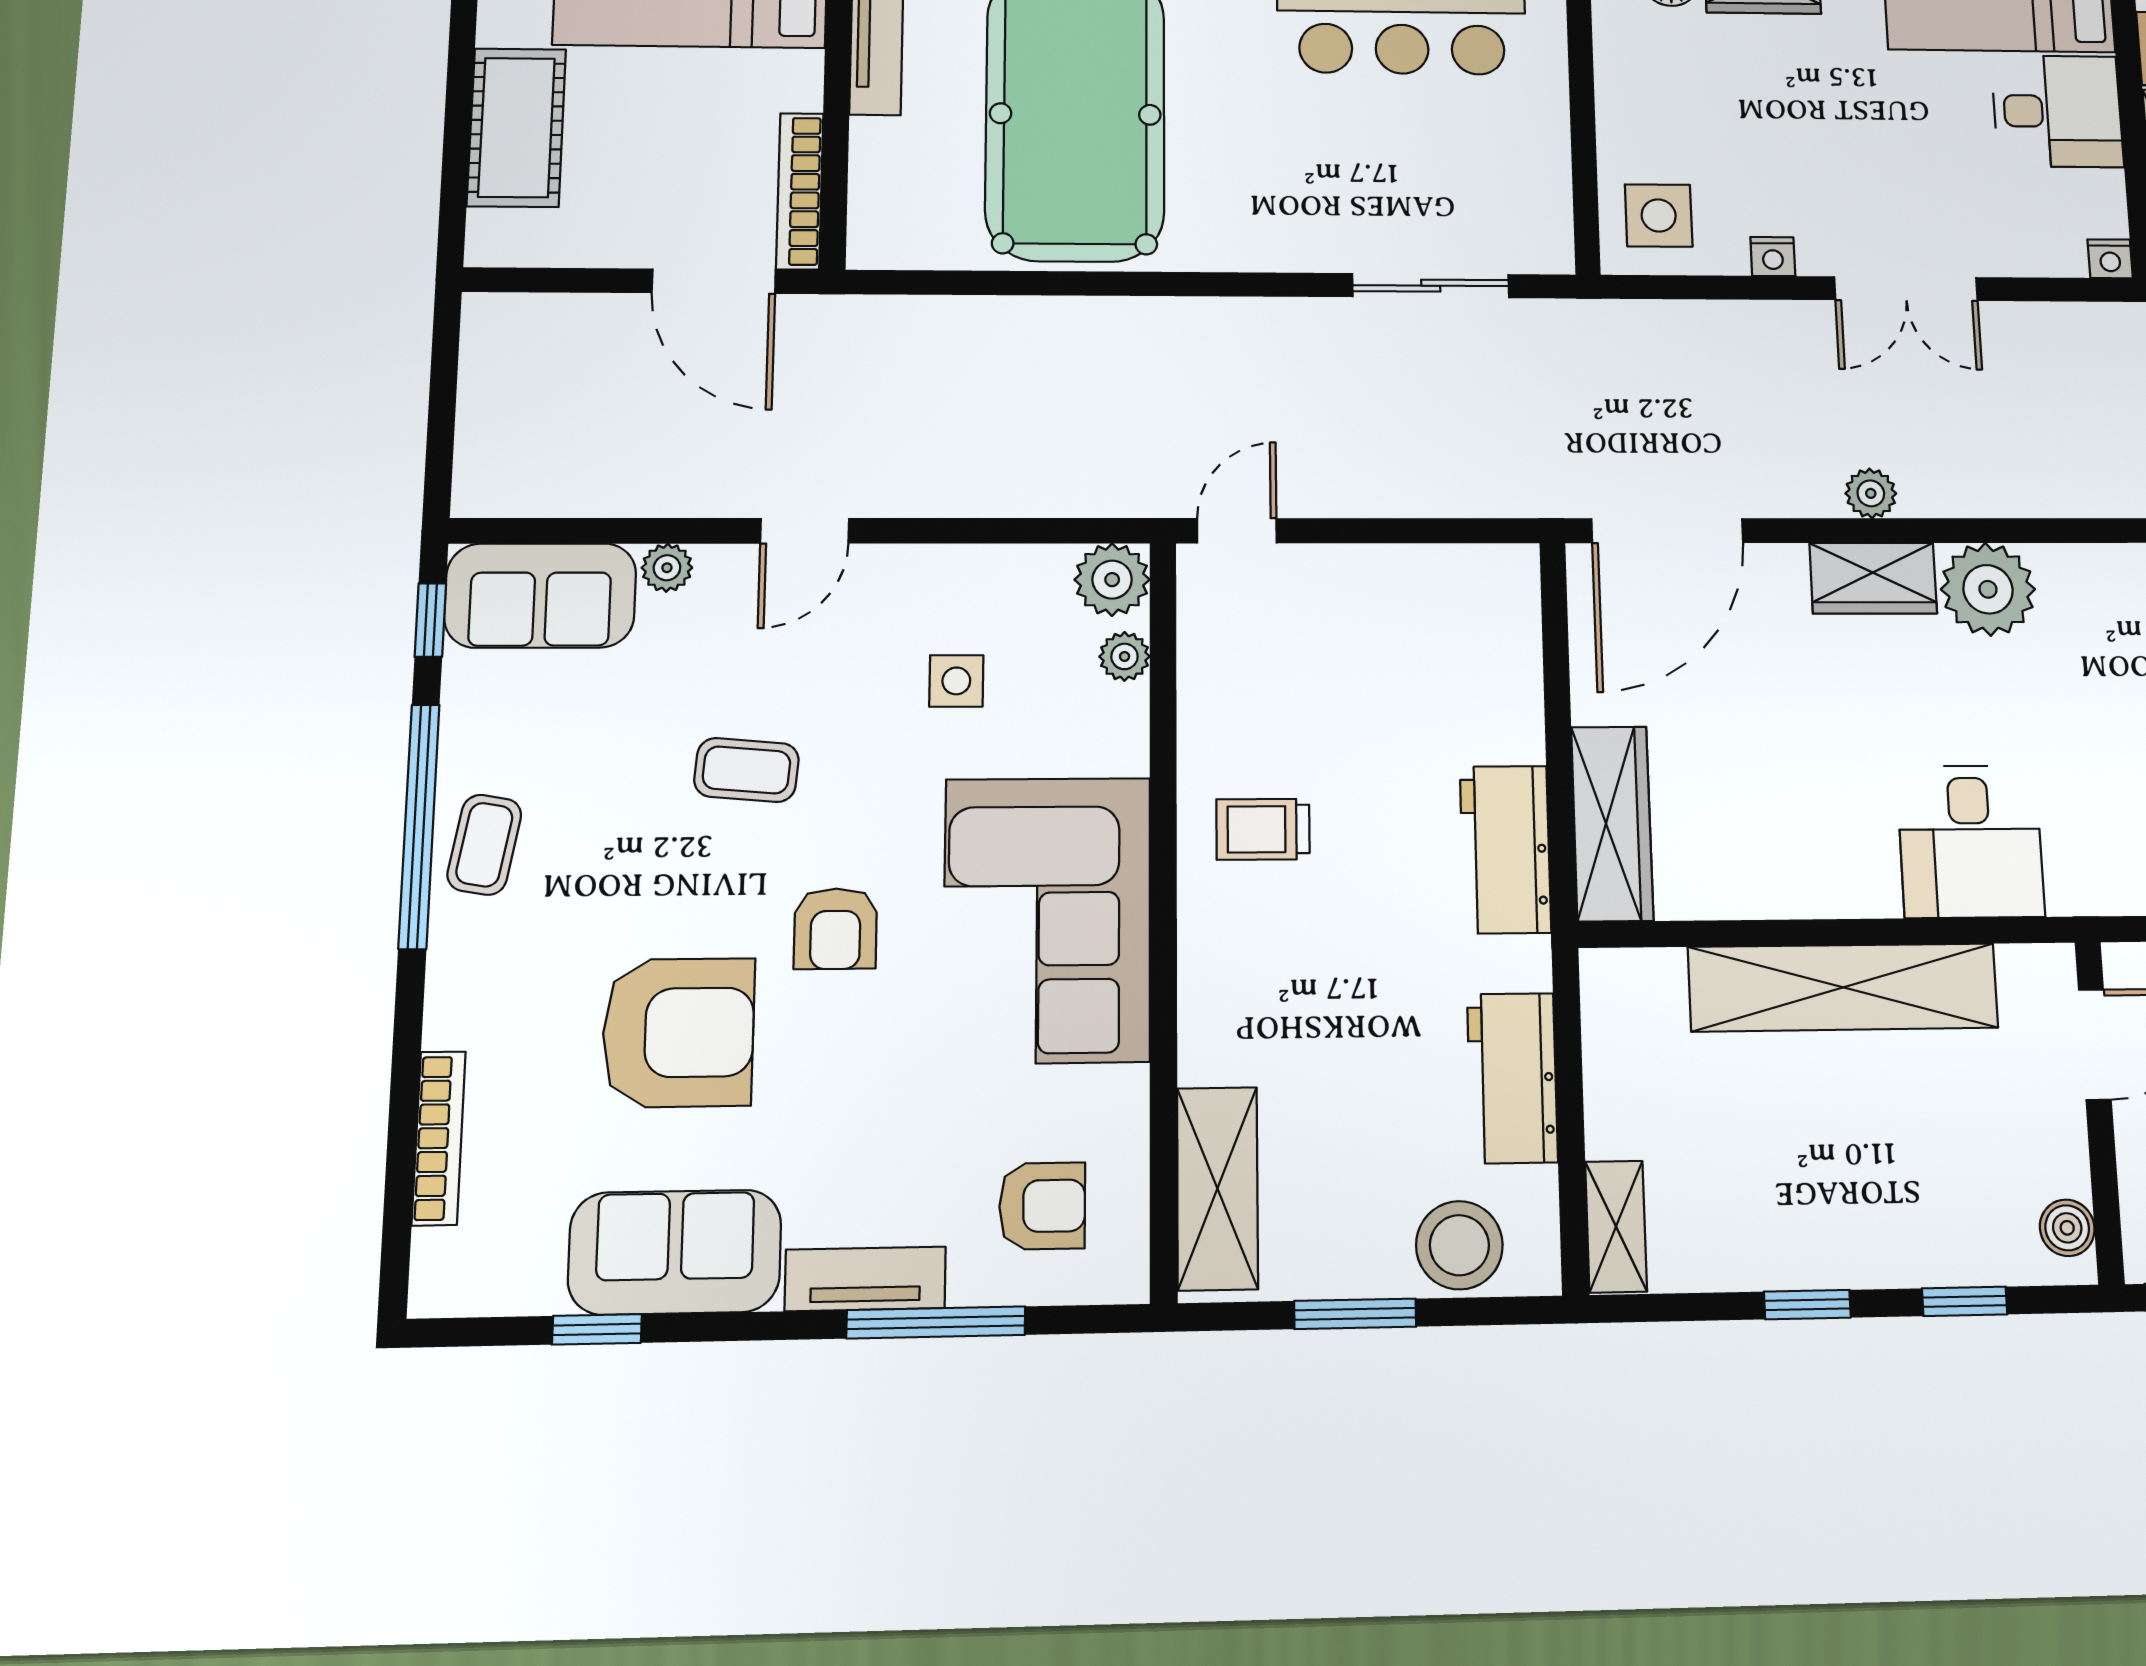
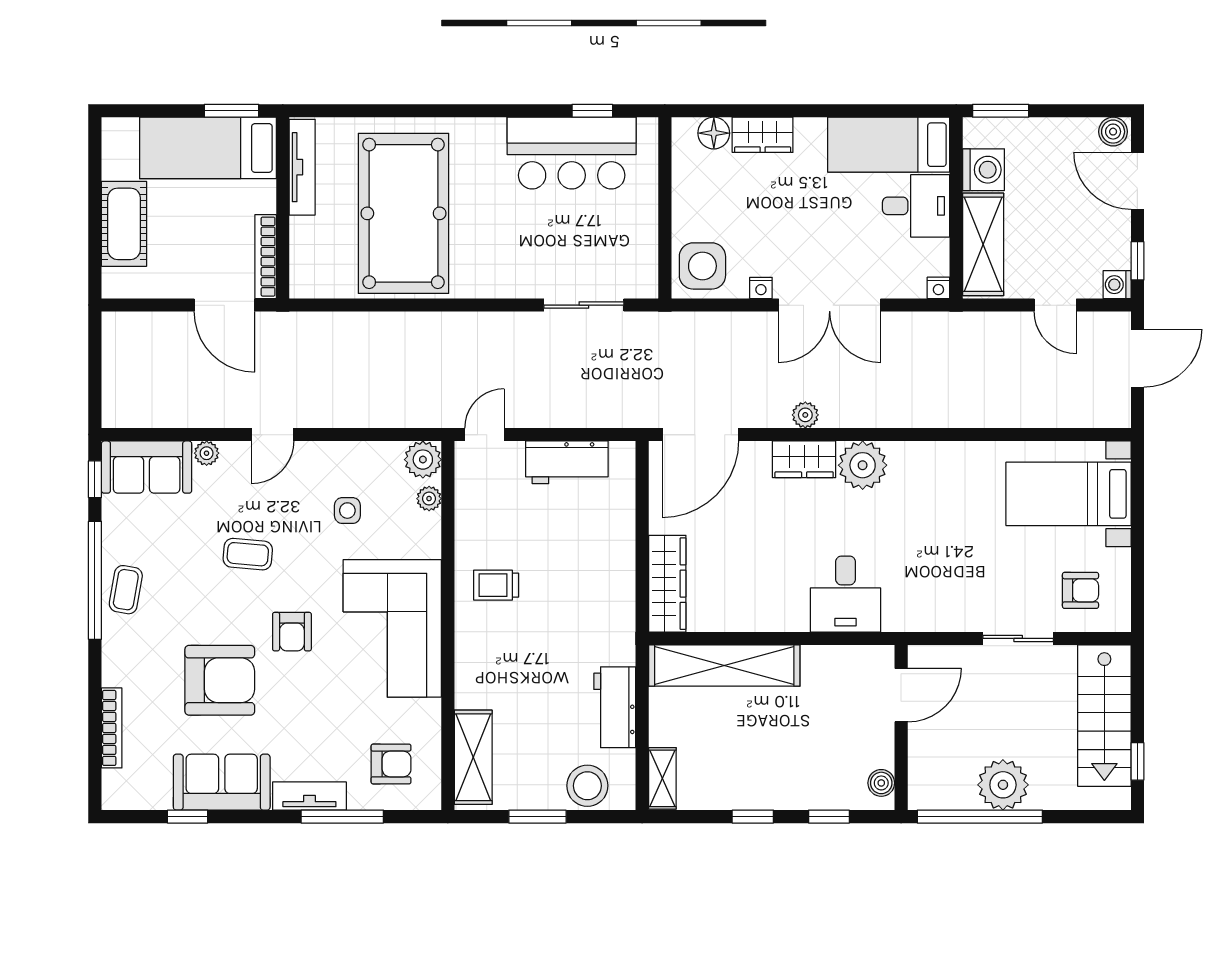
side table: (1659, 215) -> (702, 266), width x1.37, depth x1.37
double door: (1906, 289) -> (830, 305), width x1.37
workbench: (1505, 849) -> (567, 462), moved, turned -90
shelving: (1843, 987) -> (724, 666), moved

